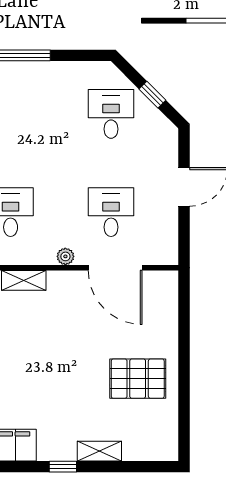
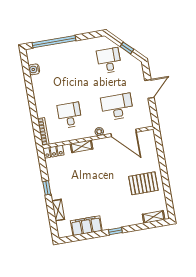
desk: (111, 212) -> (117, 107), width x1.37
shelving: (99, 451) -> (154, 217), moved

